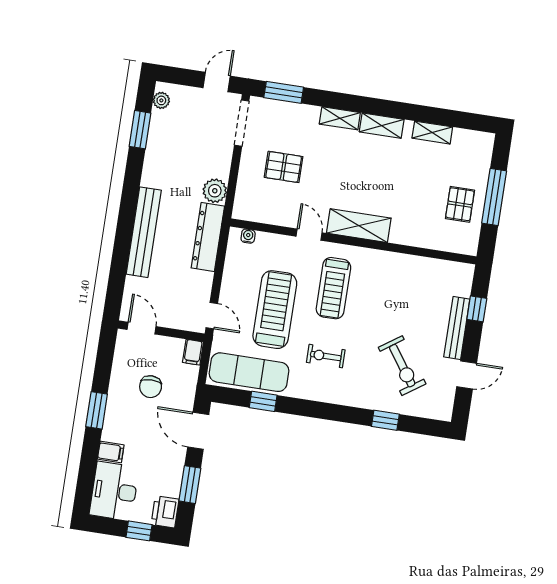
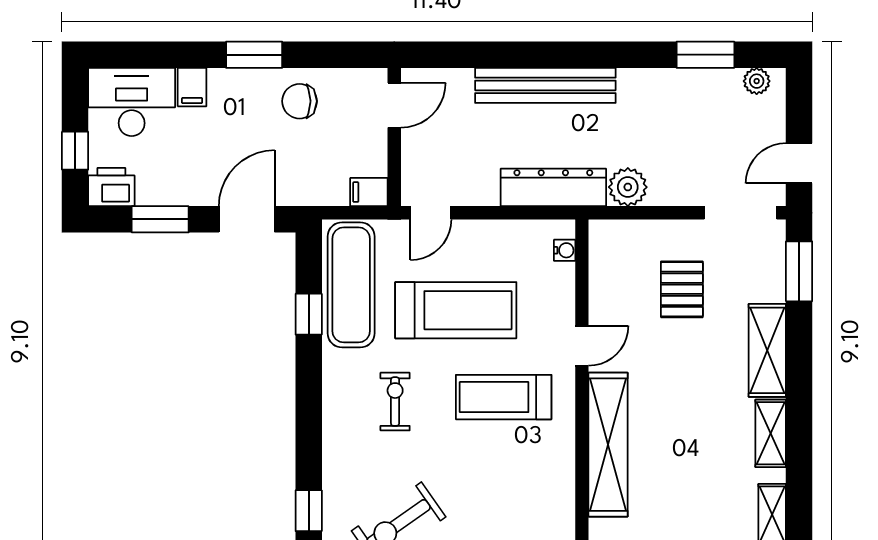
door: (217, 82) -> (799, 163), swing flipped
shelving: (340, 118) -> (767, 350), width x1.50, depth x1.33
shelving: (359, 226) -> (608, 445), width x1.47
chair: (151, 387) -> (299, 101), moved

